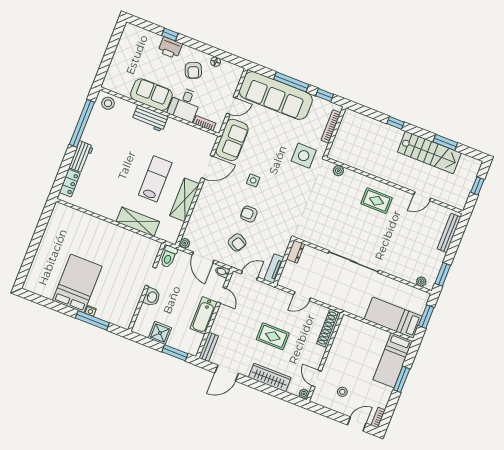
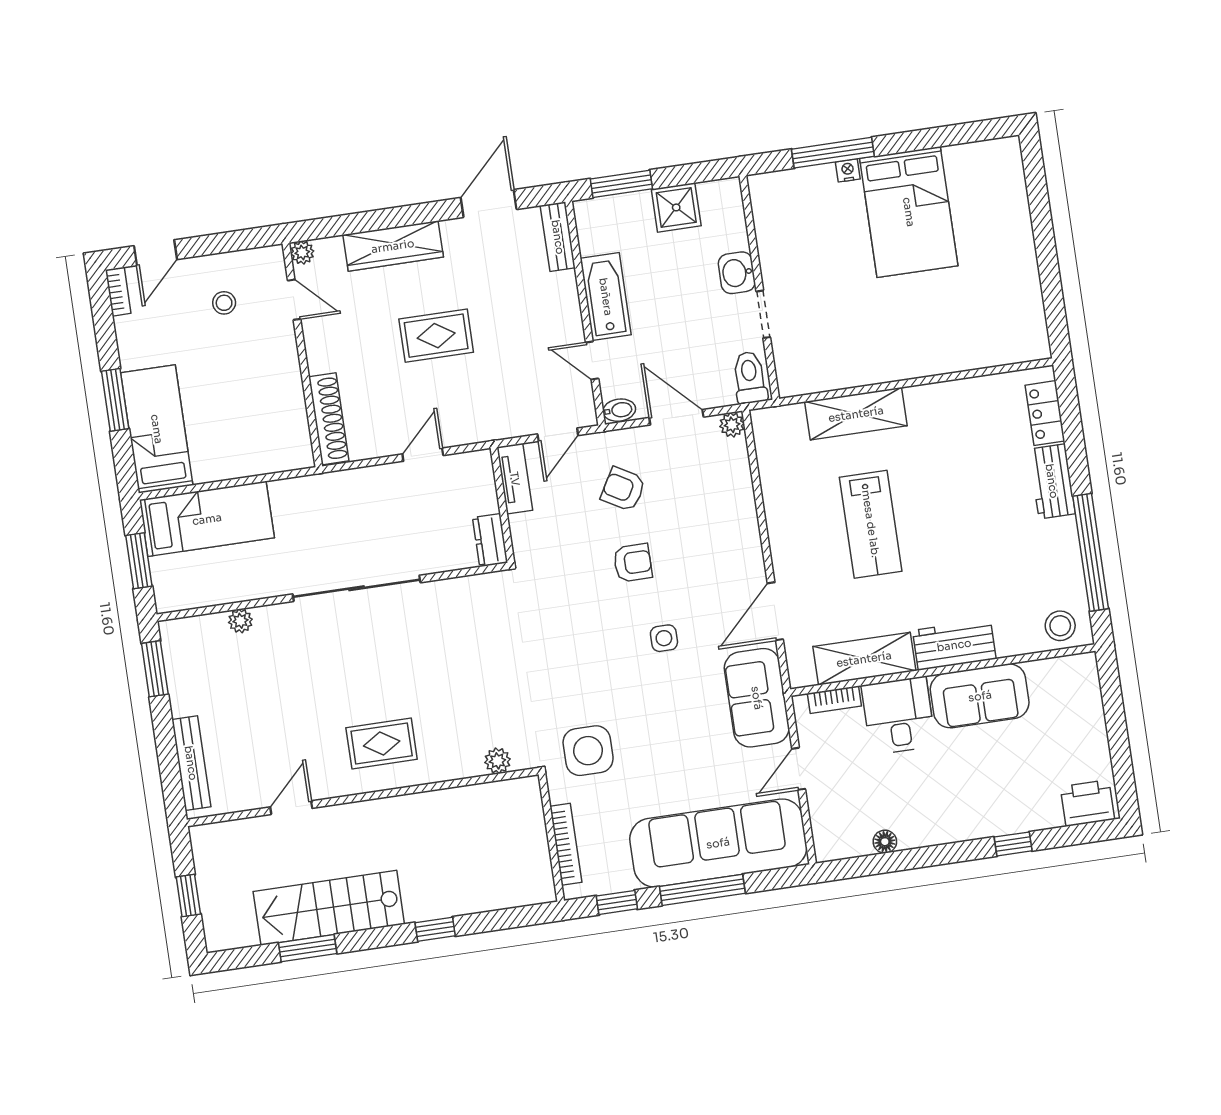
printer: (170, 48) -> (1087, 803), moved
armchair: (193, 70) -> (921, 797), removed
shelving: (185, 200) -> (864, 659), moved, turned 90
plant: (421, 282) -> (240, 621), moved

